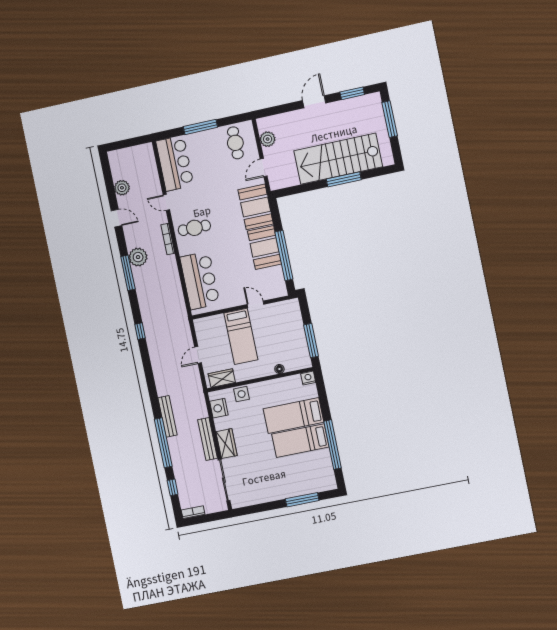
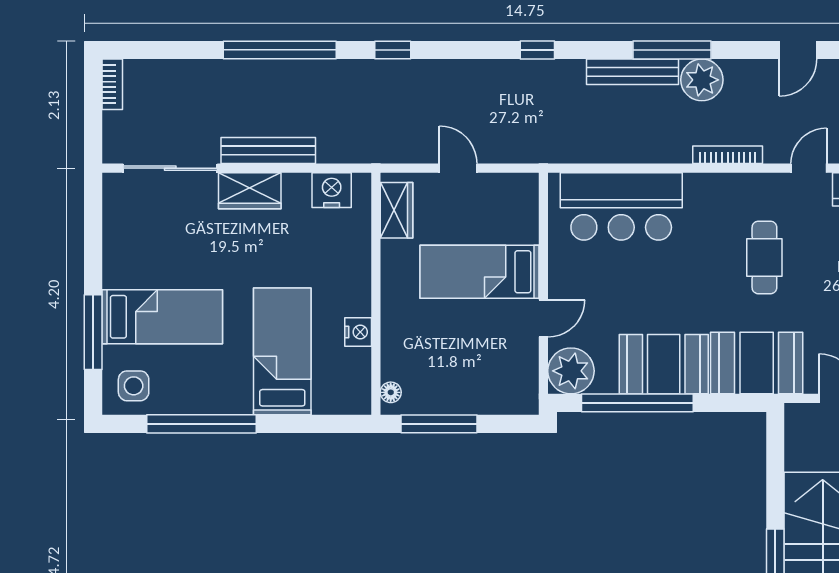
cafe table: (194, 228) -> (764, 257), moved
plant: (276, 288) -> (571, 371), added
floor lamp: (279, 369) -> (391, 392), moved
nightstand: (308, 378) -> (358, 332), moved
side table: (242, 394) -> (134, 386), moved
bench: (168, 416) -> (633, 72), moved
bed: (300, 441) -> (162, 317), moved, turned 90
window: (173, 487) -> (393, 50), moved

